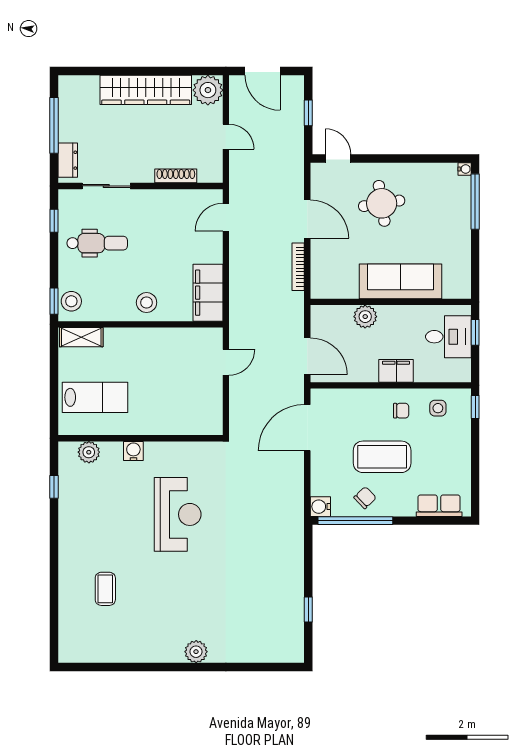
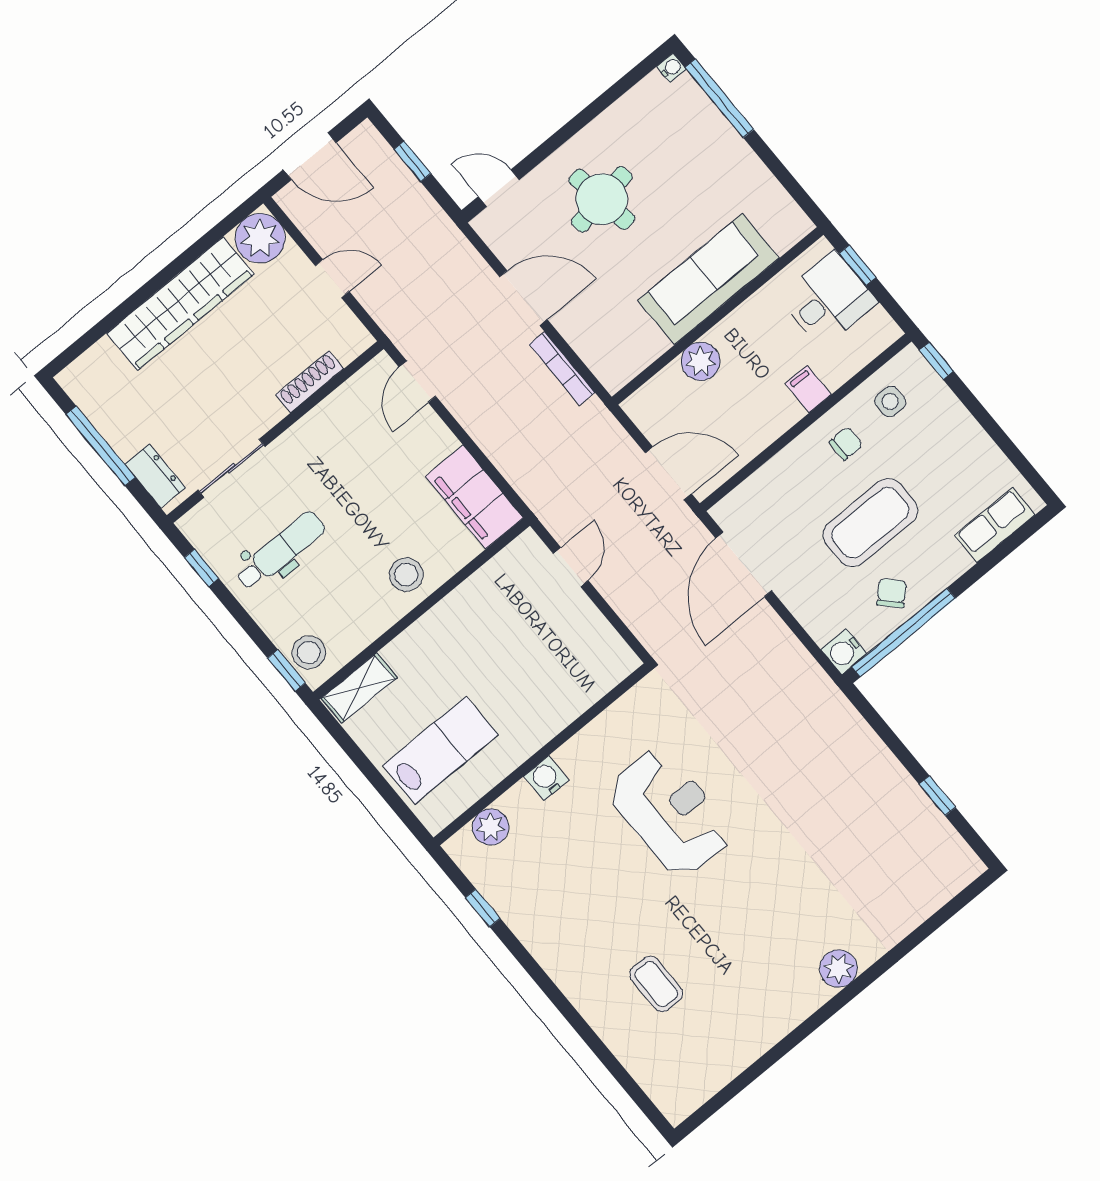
filing cabinet: (396, 371) -> (808, 389), width x0.50

